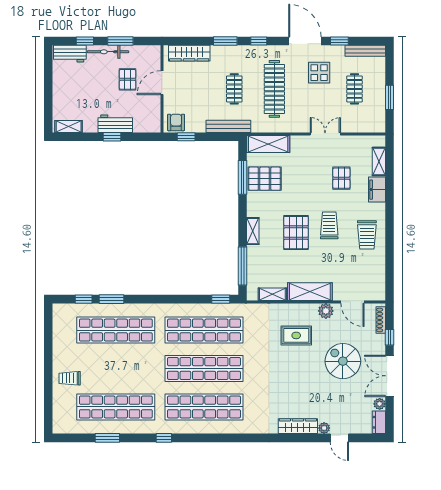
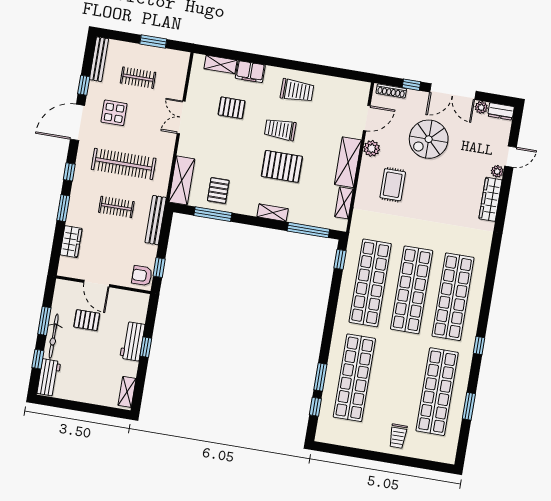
wardrobe: (189, 53) -> (71, 242), width x0.67
pallet: (265, 179) -> (218, 191), width x0.67, depth x0.71

